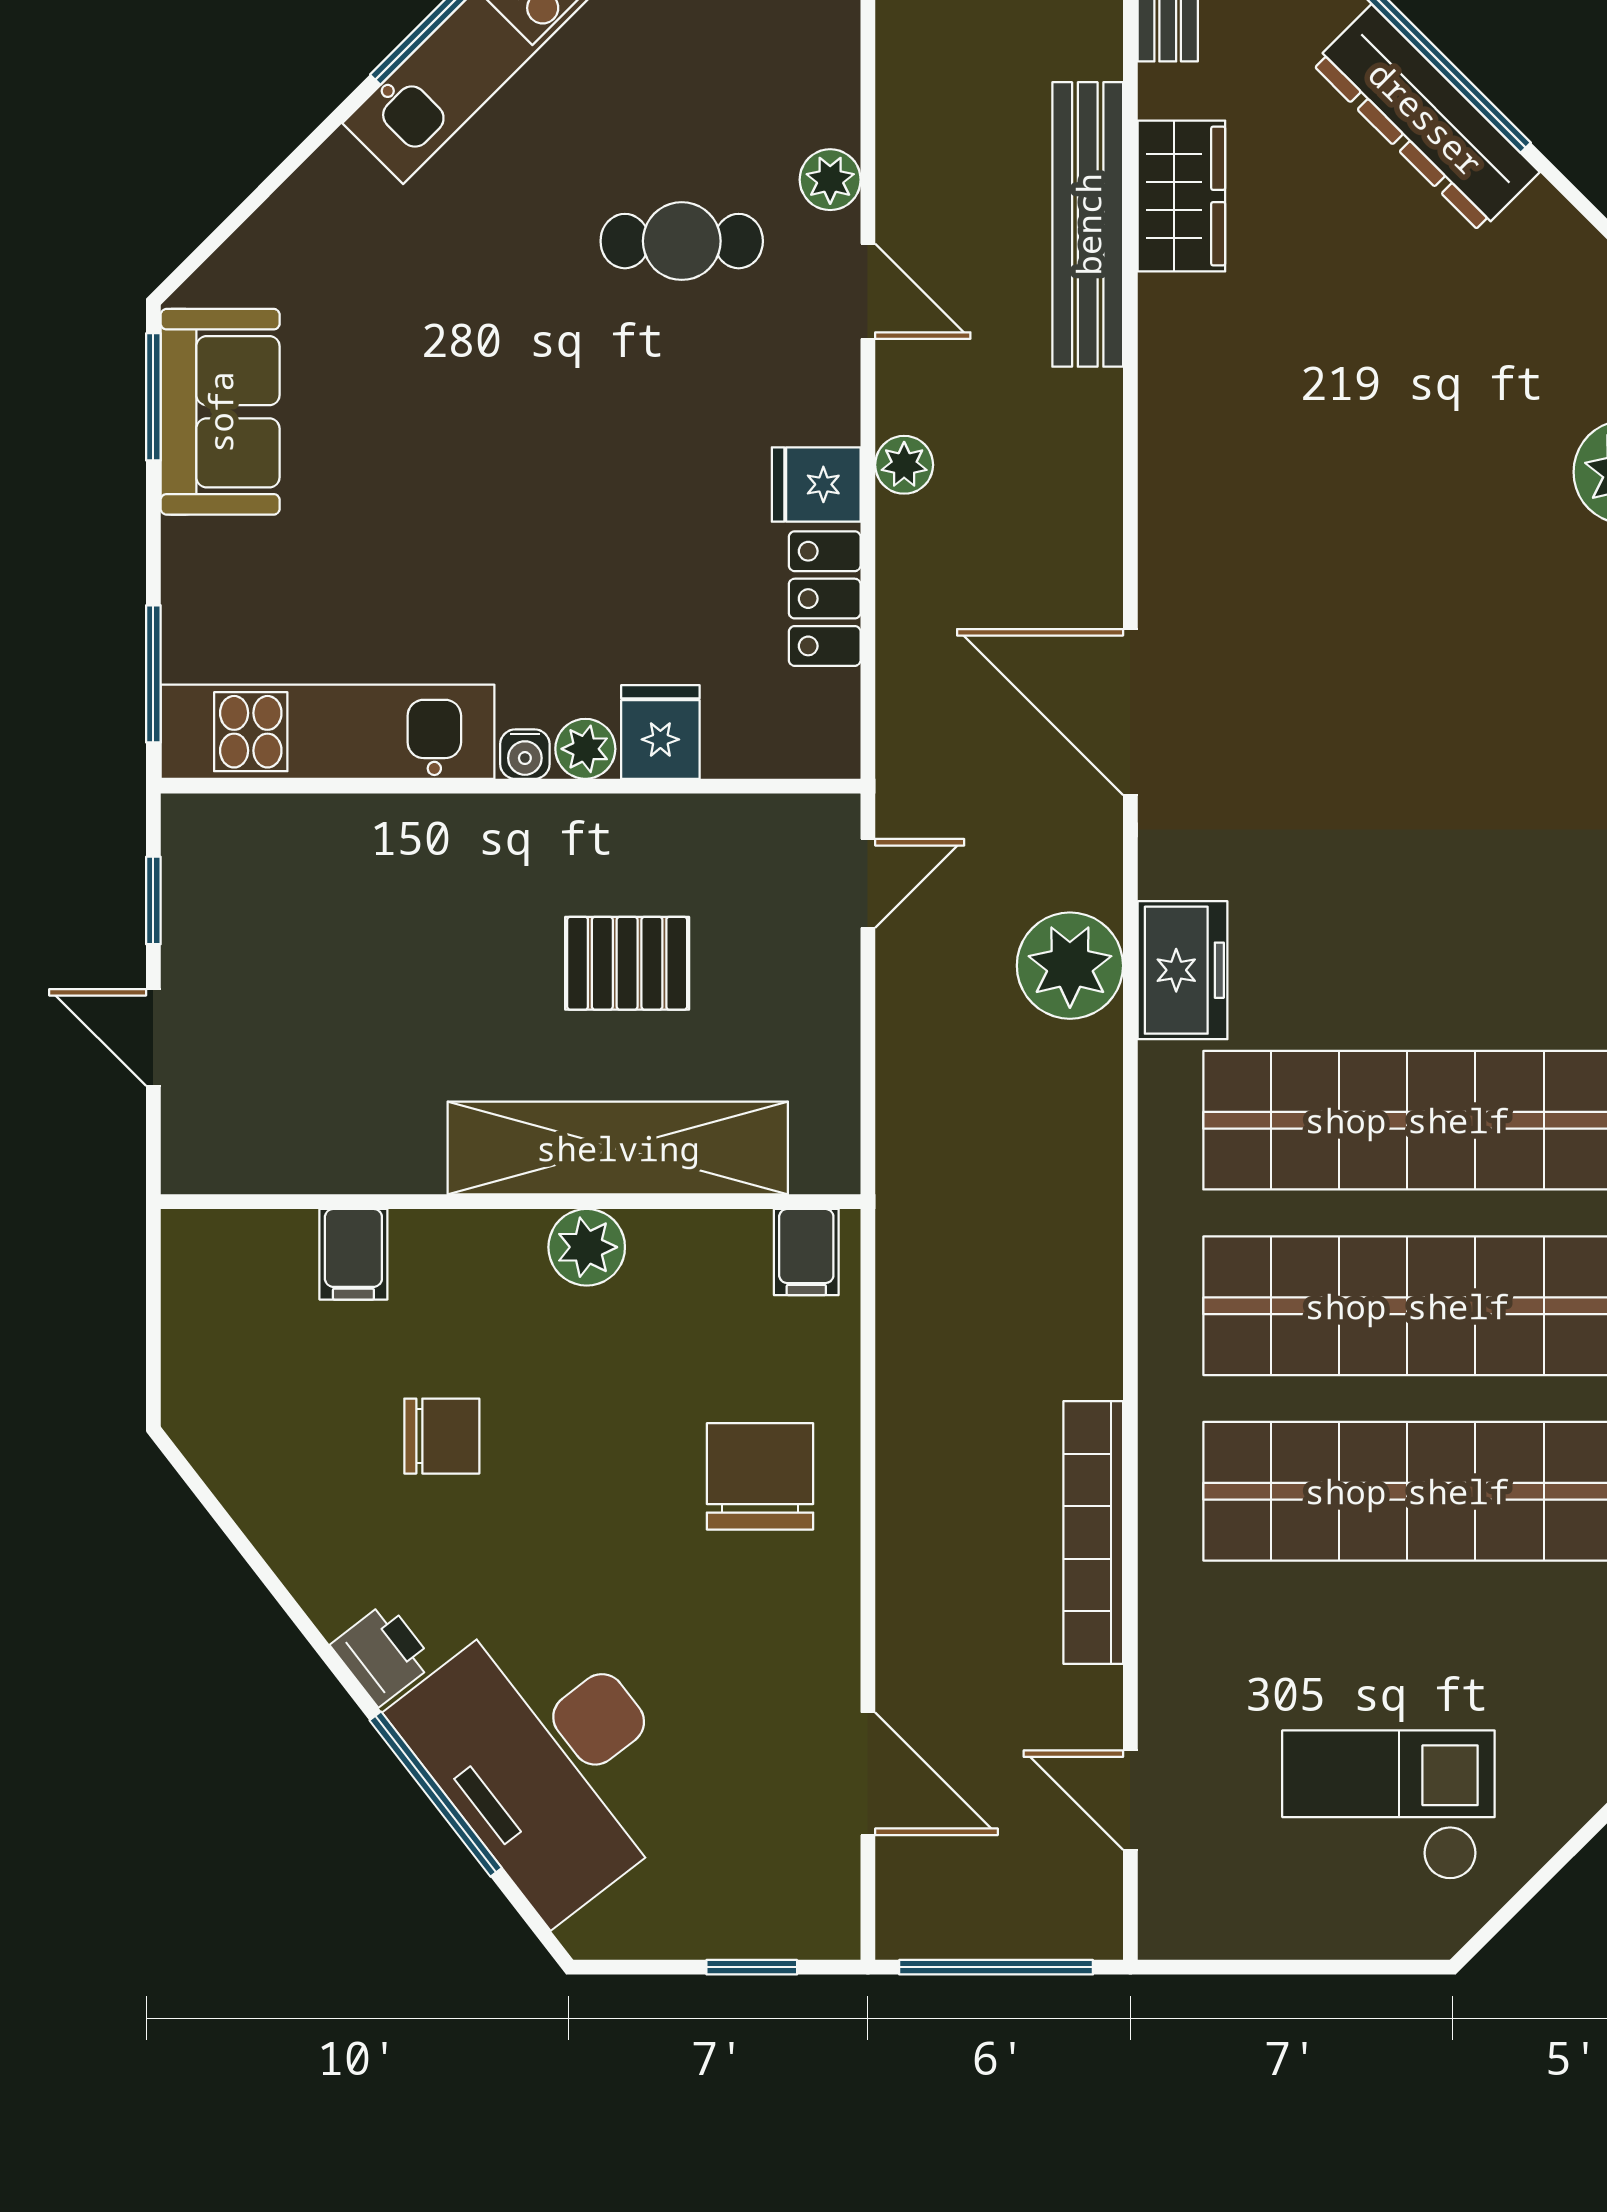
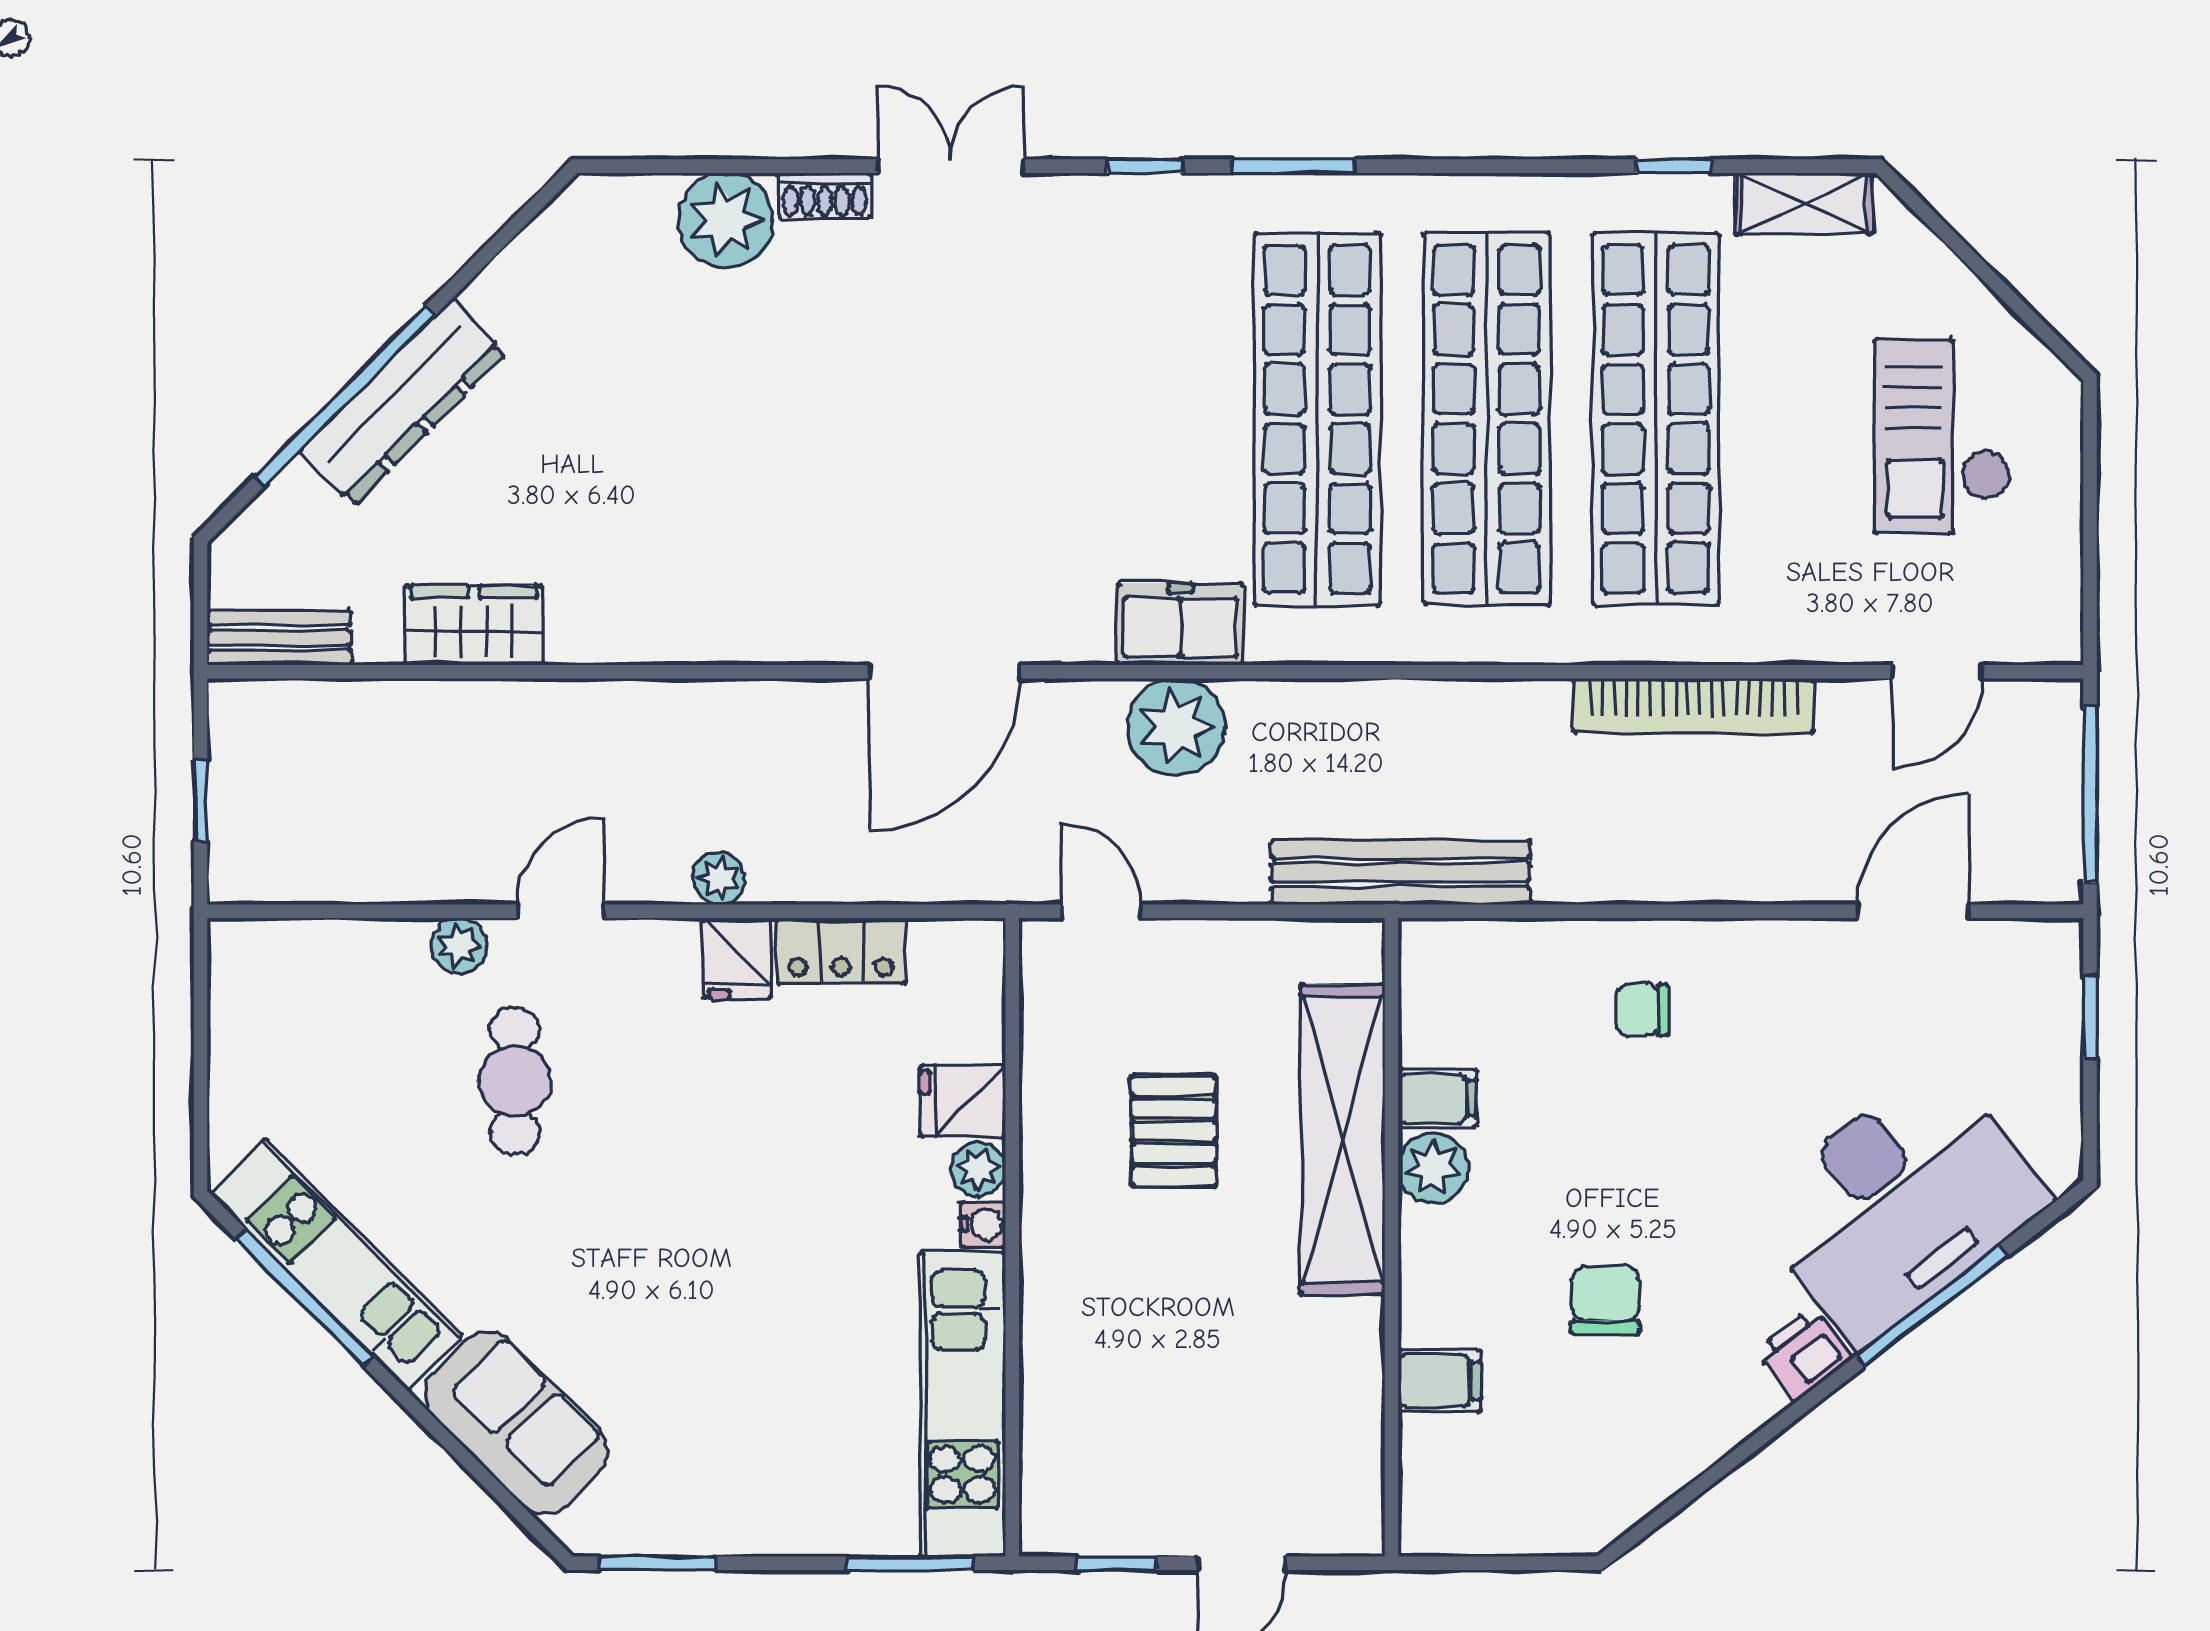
bench: (1088, 224) -> (1401, 872), moved
sofa: (220, 412) -> (516, 1423), moved, turned 45
filing cabinet: (806, 1252) -> (1437, 1098), moved
chair: (760, 1476) -> (1642, 1010), width x0.54, depth x0.54

